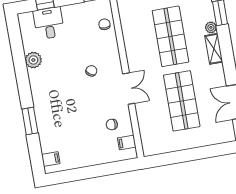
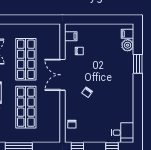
desk: (49, 23) -> (123, 133), moved, turned -90
plant: (33, 60) -> (128, 45), moved
double door: (129, 89) -> (62, 75), width x1.37

